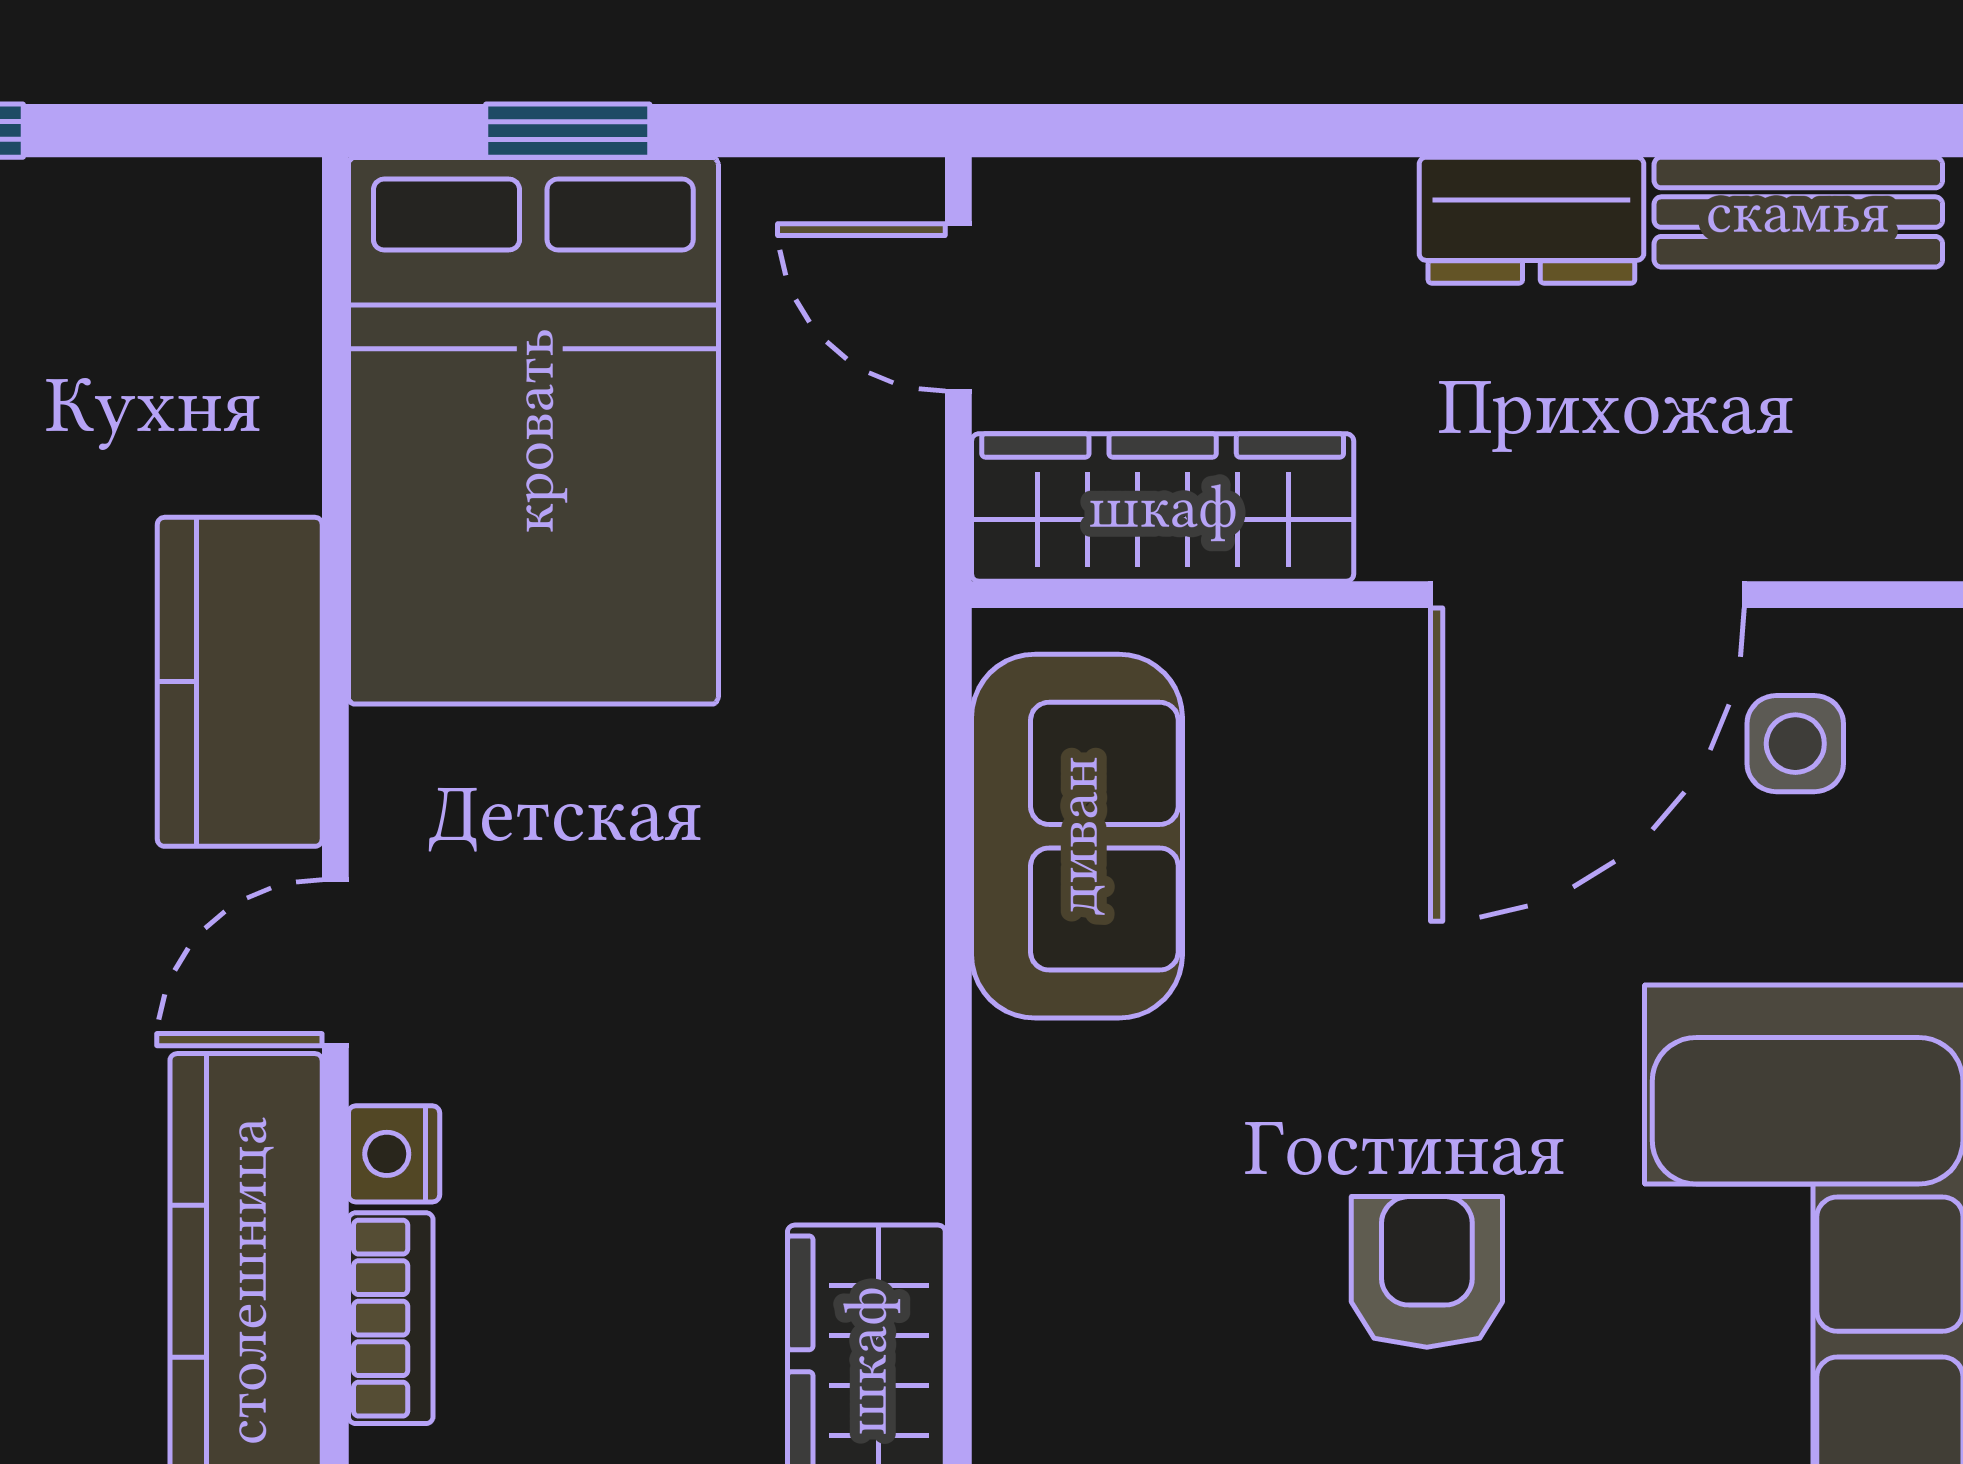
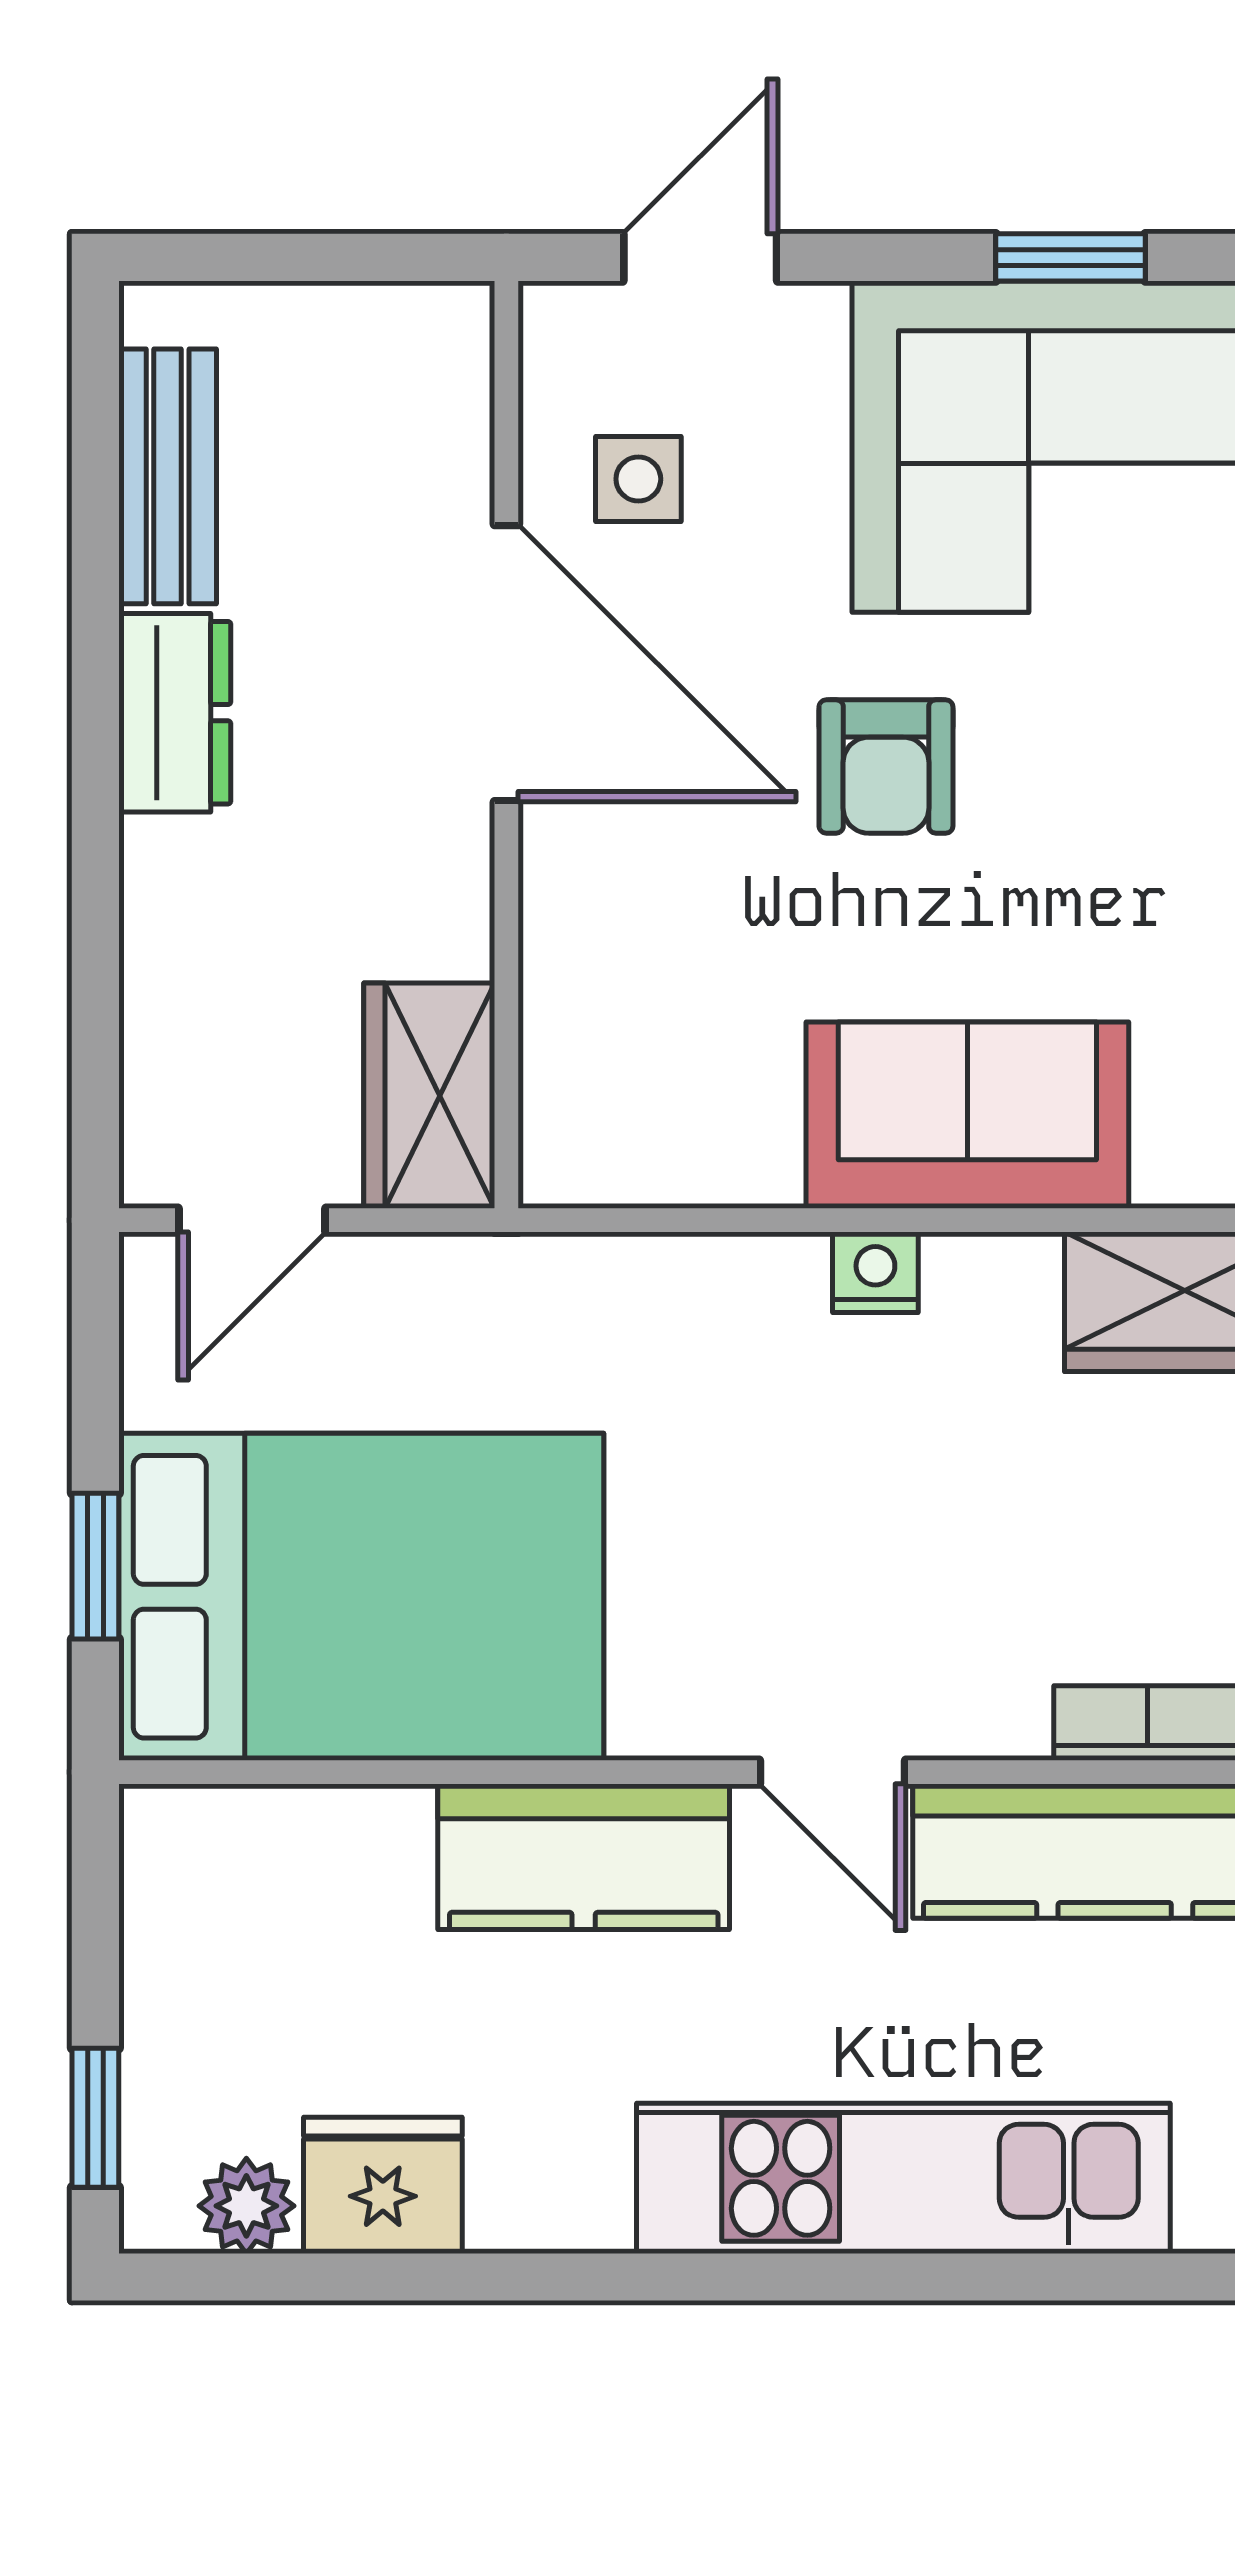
wardrobe: (1163, 507) -> (429, 1096), width x0.67
sofa: (1077, 836) -> (967, 1115), moved
nightstand: (394, 1154) -> (875, 1272), moved, turned 180
armchair: (1427, 1272) -> (886, 767), moved, turned -90

